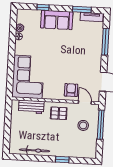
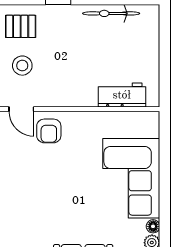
corner sofa: (28, 77) -> (131, 178), moved
pallet: (59, 113) -> (21, 26), moved

